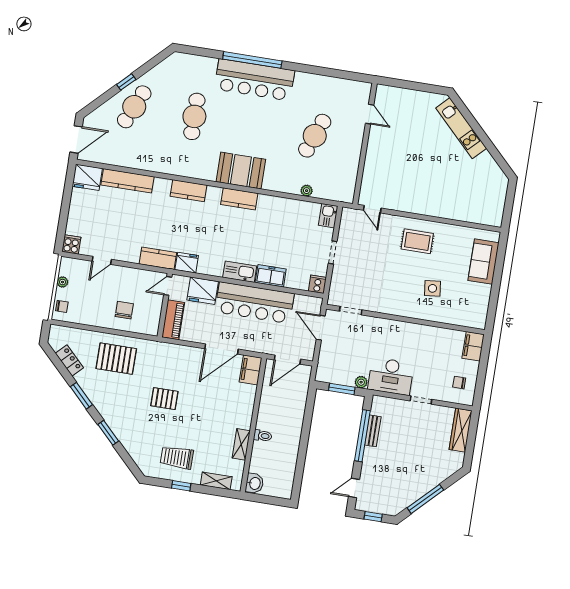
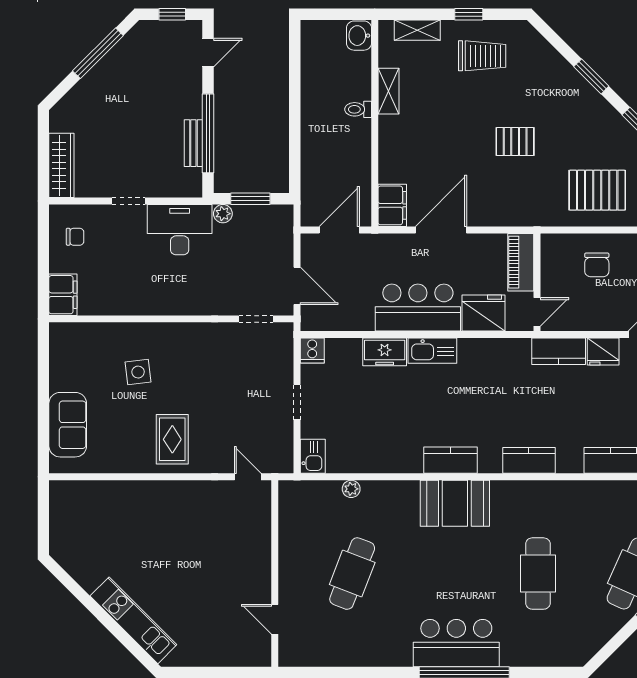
bar counter: (254, 80) -> (456, 643), width x0.73
rug: (417, 241) -> (172, 439), turned 90
fridge: (187, 263) -> (603, 351), moved
bar counter: (255, 303) -> (418, 308), width x0.73

